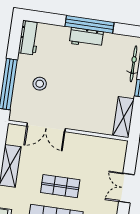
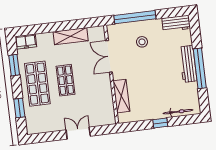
workbench: (86, 38) -> (188, 64), width x1.38
shelving: (123, 117) -> (121, 96), moved, turned 90

